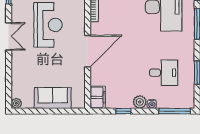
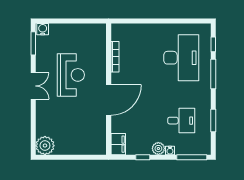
sofa: (53, 98) -> (75, 145), removed
plant: (16, 103) -> (45, 146), width x1.87, depth x1.87

